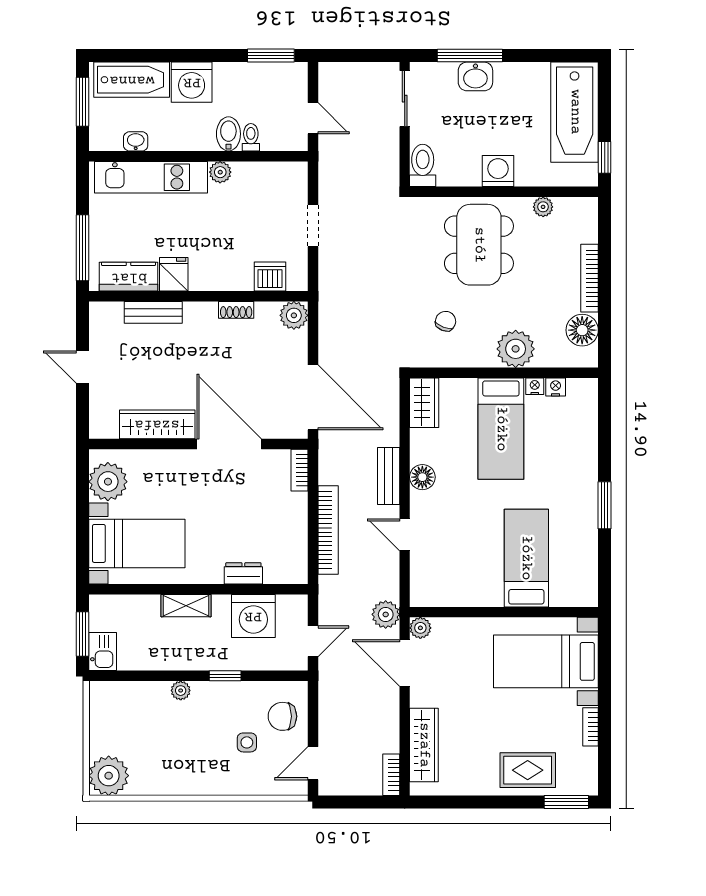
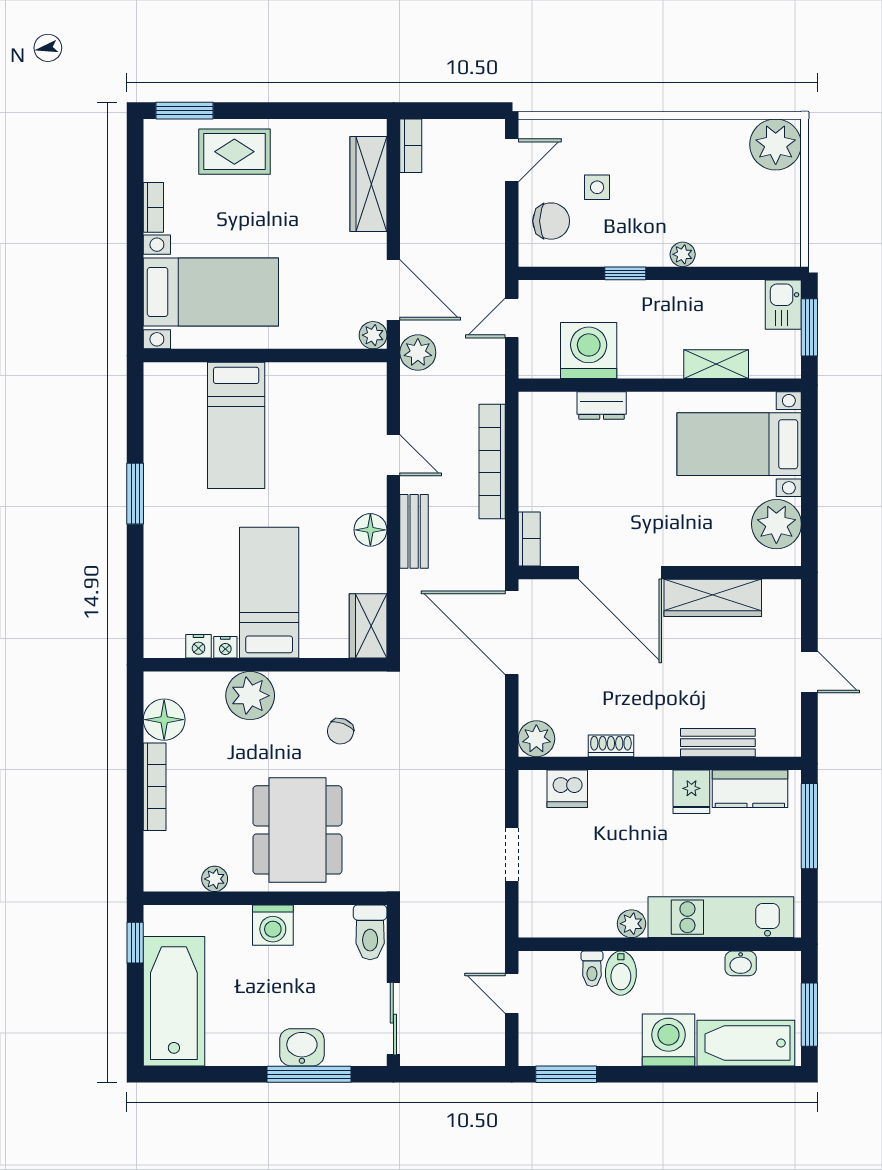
shelving: (186, 606) -> (716, 364), moved

